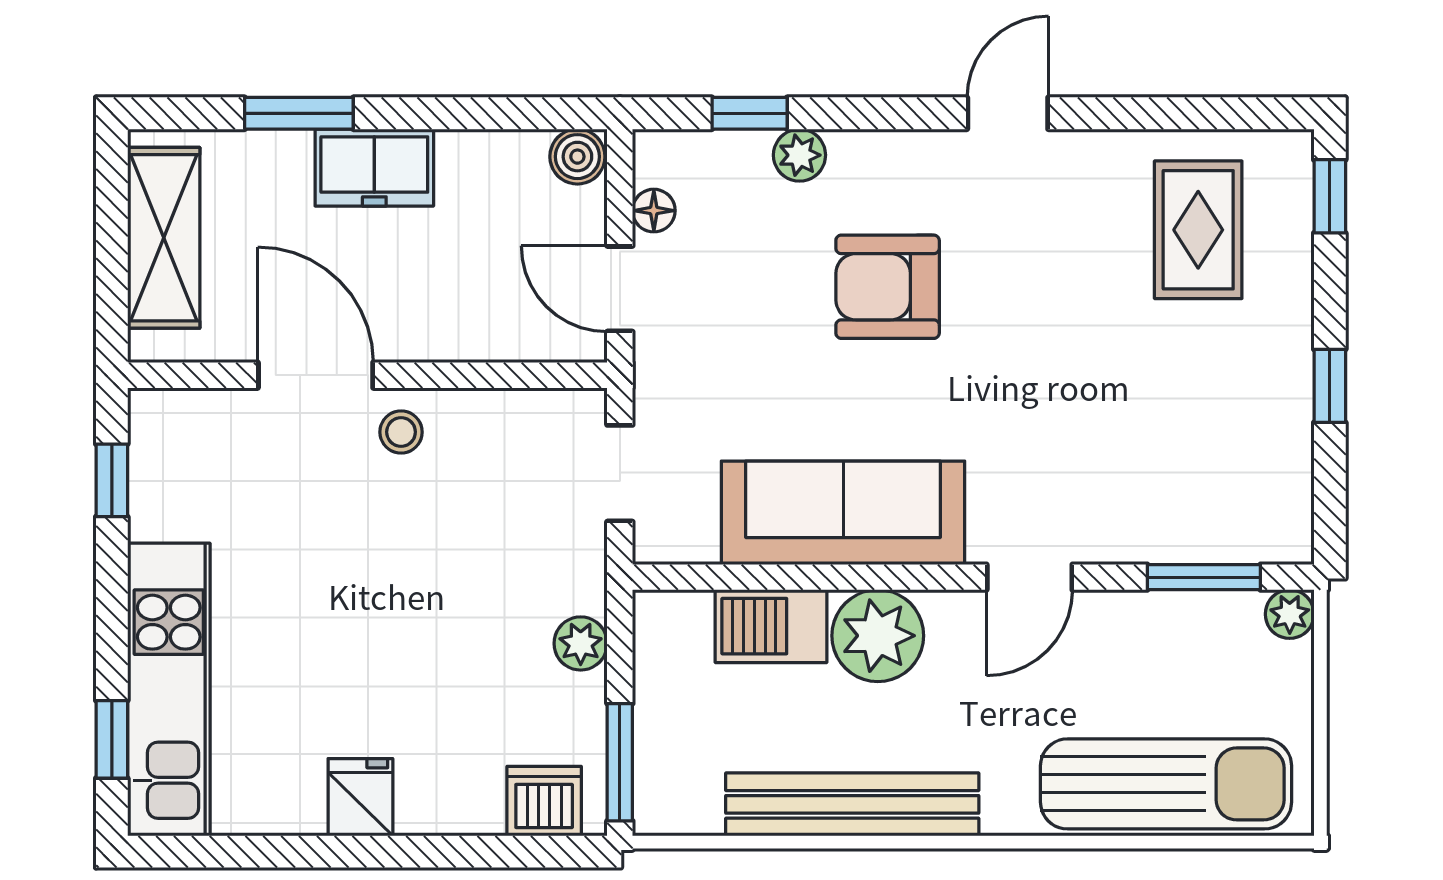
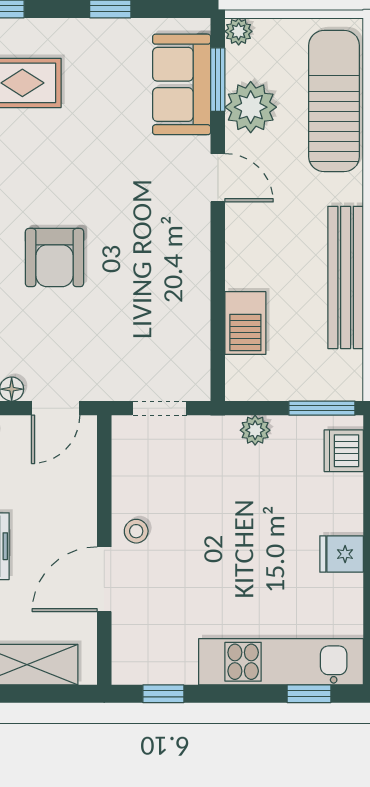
sofa: (843, 513) -> (182, 84), moved, width x0.73
plant: (878, 636) -> (251, 107), moved

